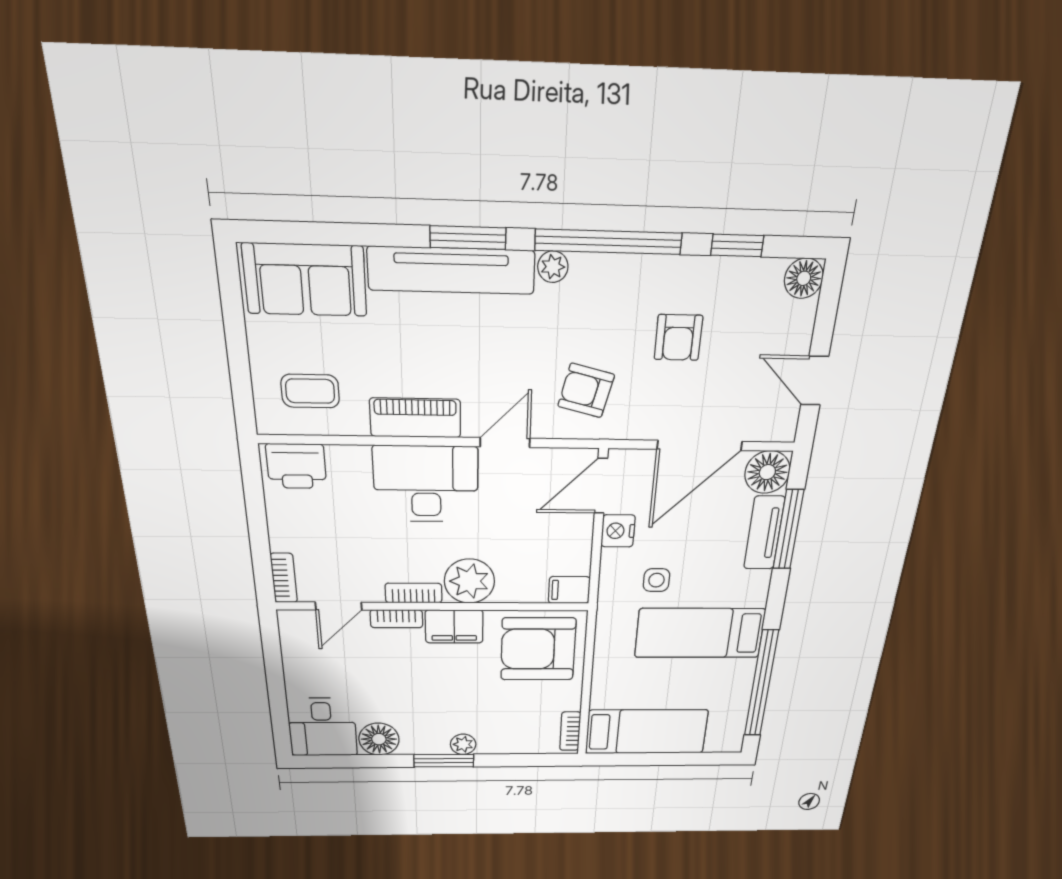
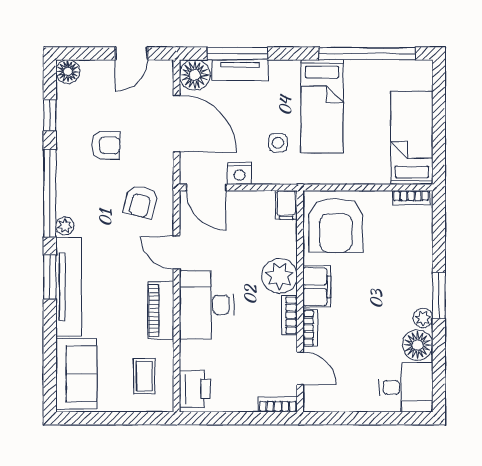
plant: (463, 744) -> (423, 318), moved

